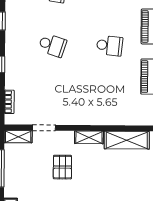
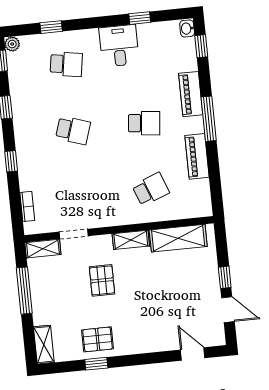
school desk: (109, 99) -> (151, 189), added

